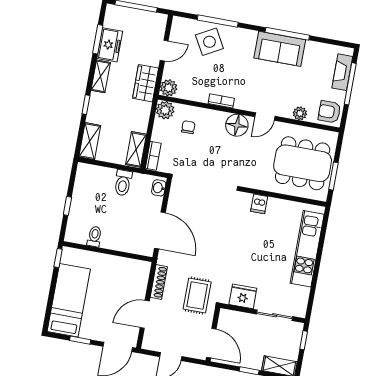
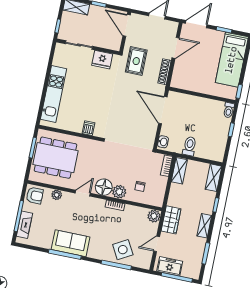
freezer: (110, 45) -> (170, 266), moved, turned 90
plant: (165, 110) -> (119, 192), moved
toilet: (94, 237) -> (229, 110), moved

